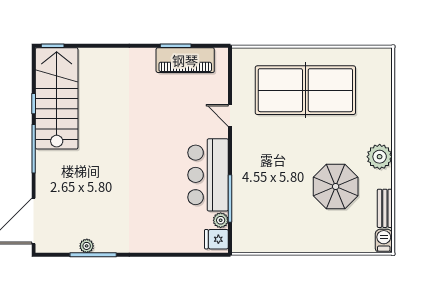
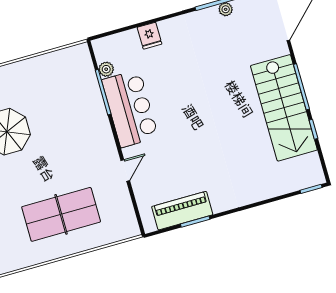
table tennis table: (305, 90) -> (61, 214), width x0.73, depth x0.76
stairs: (57, 98) -> (284, 108), moved
door: (230, 115) -> (125, 170), hinge flipped
fridge: (216, 239) -> (150, 36), moved, turned 90

